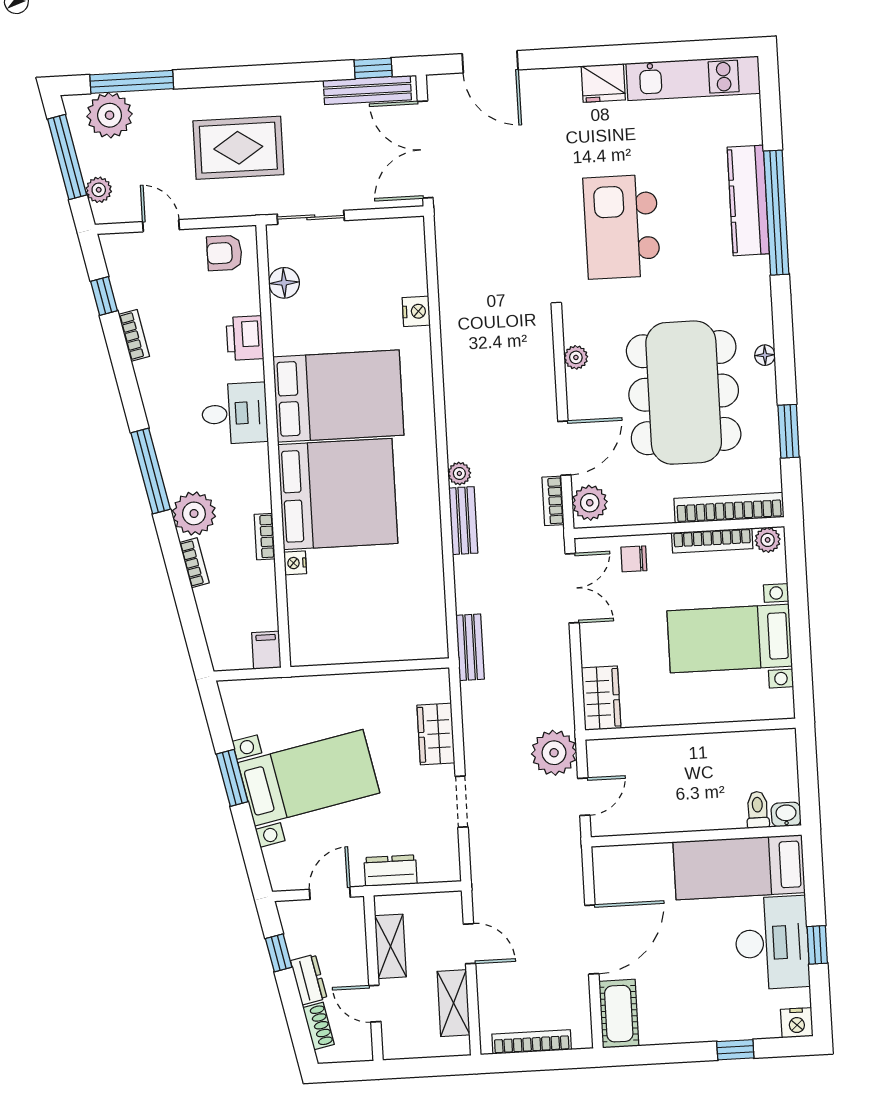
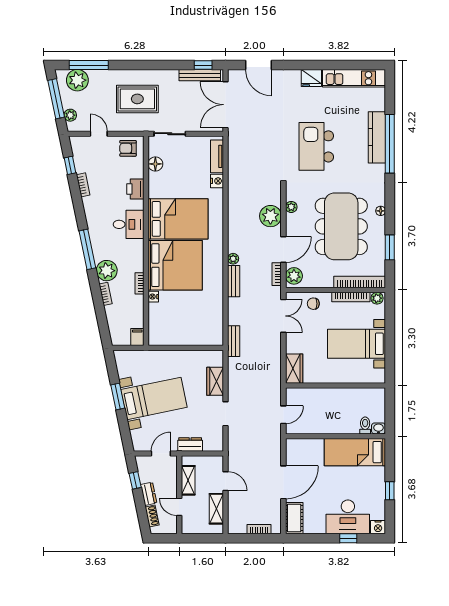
tv unit: (413, 260) -> (217, 156), added
plant: (554, 753) -> (270, 216), moved
desk: (772, 943) -> (348, 517), moved, turned 90
bookcase: (532, 1042) -> (259, 529), width x0.64

